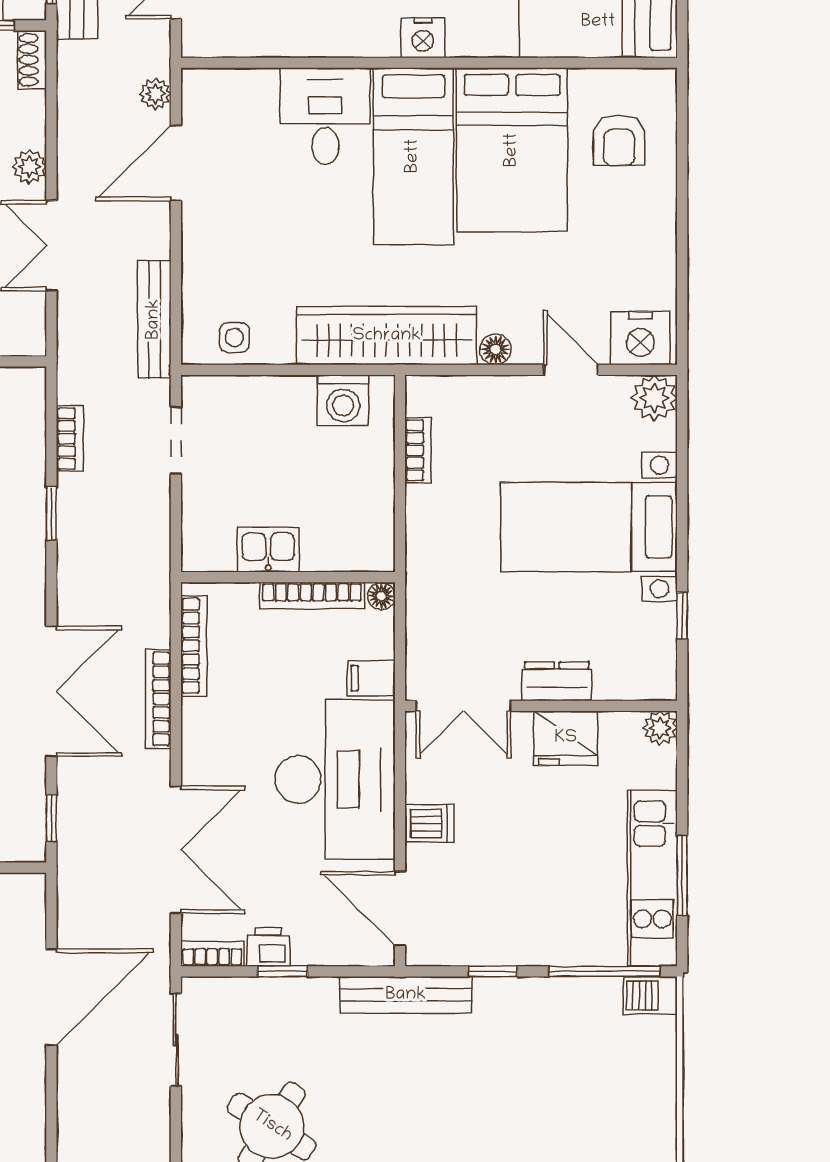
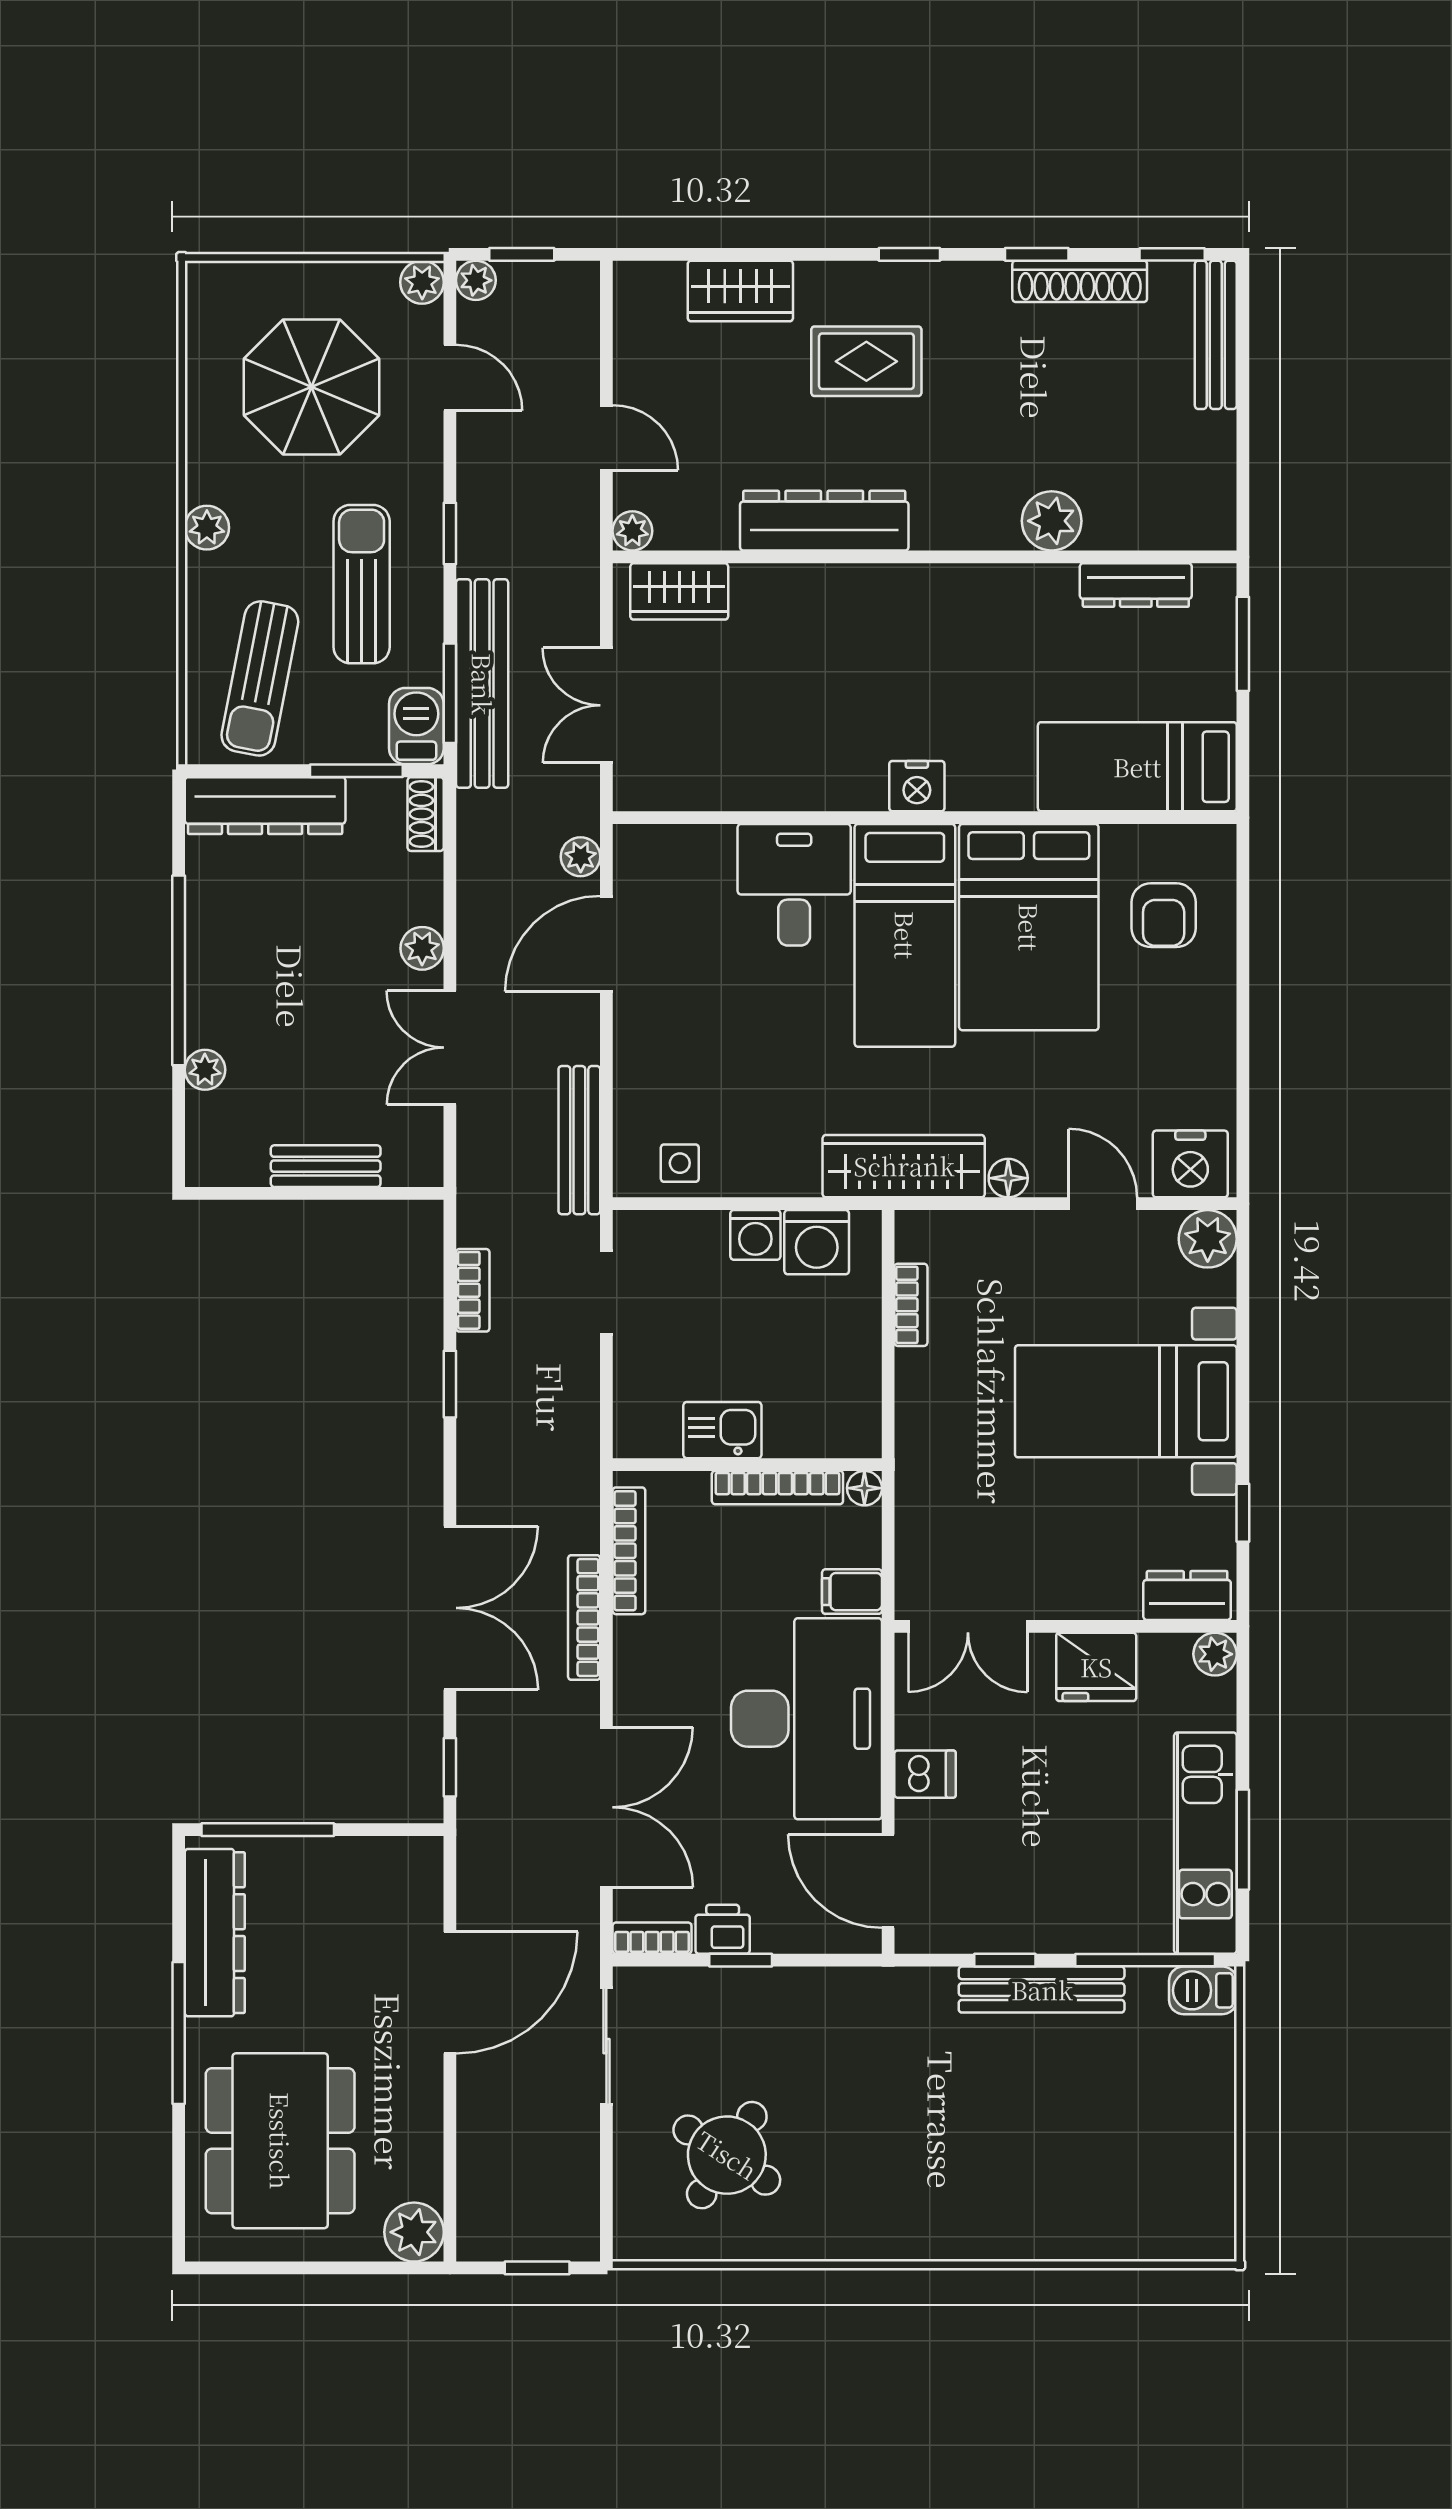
wardrobe: (387, 336) -> (904, 1166), width x0.71, depth x0.85
washing machine: (294, 395) -> (755, 1235), added
dresser: (557, 681) -> (1187, 1595), moved
bench: (406, 995) -> (1042, 1990), moved

